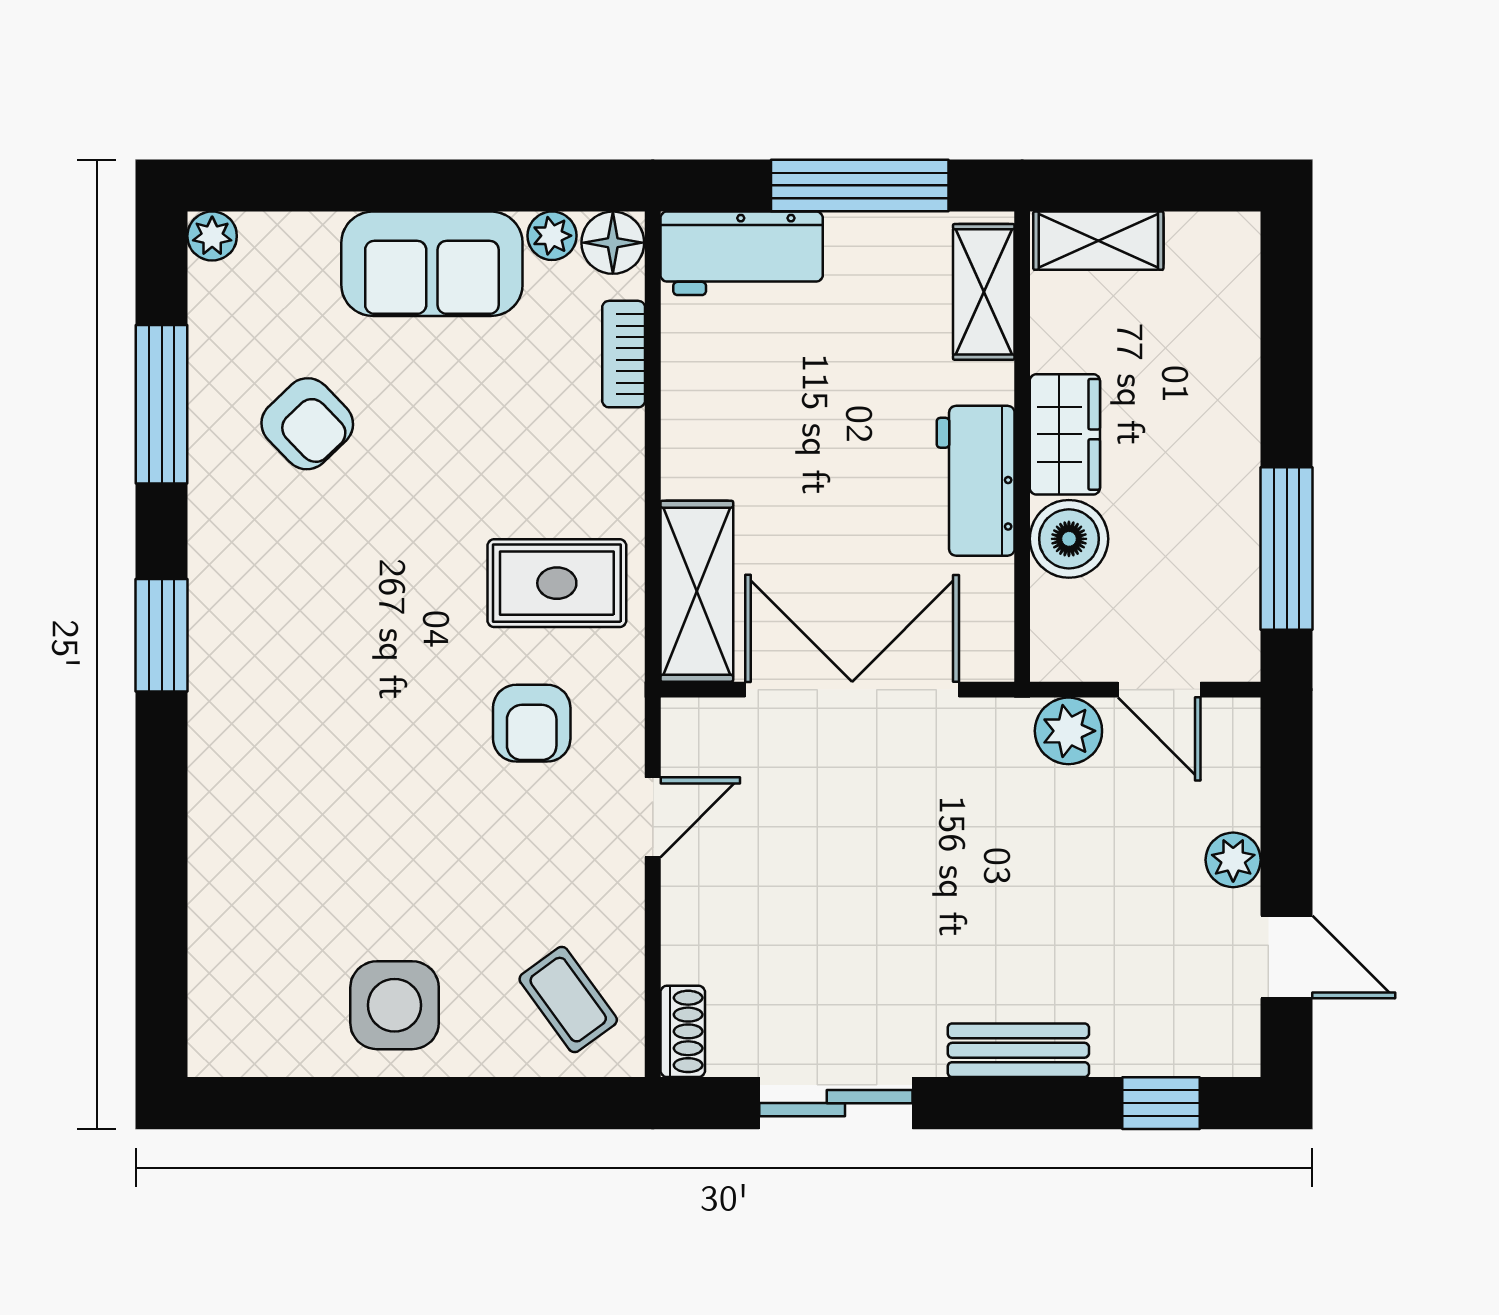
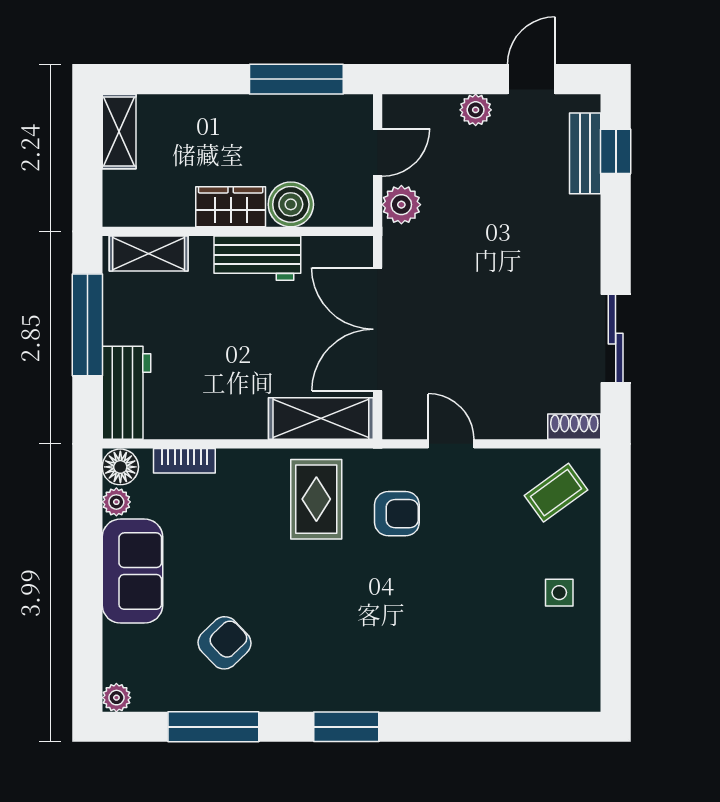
shelving: (1098, 241) -> (119, 131), moved
side table: (395, 1005) -> (559, 593), width x0.54, depth x0.54
bench: (1018, 1050) -> (585, 153), moved

